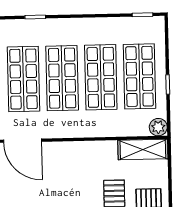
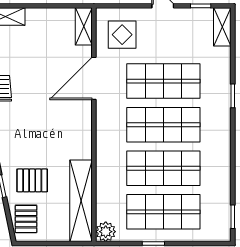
shelving: (143, 149) -> (81, 201), width x1.47

